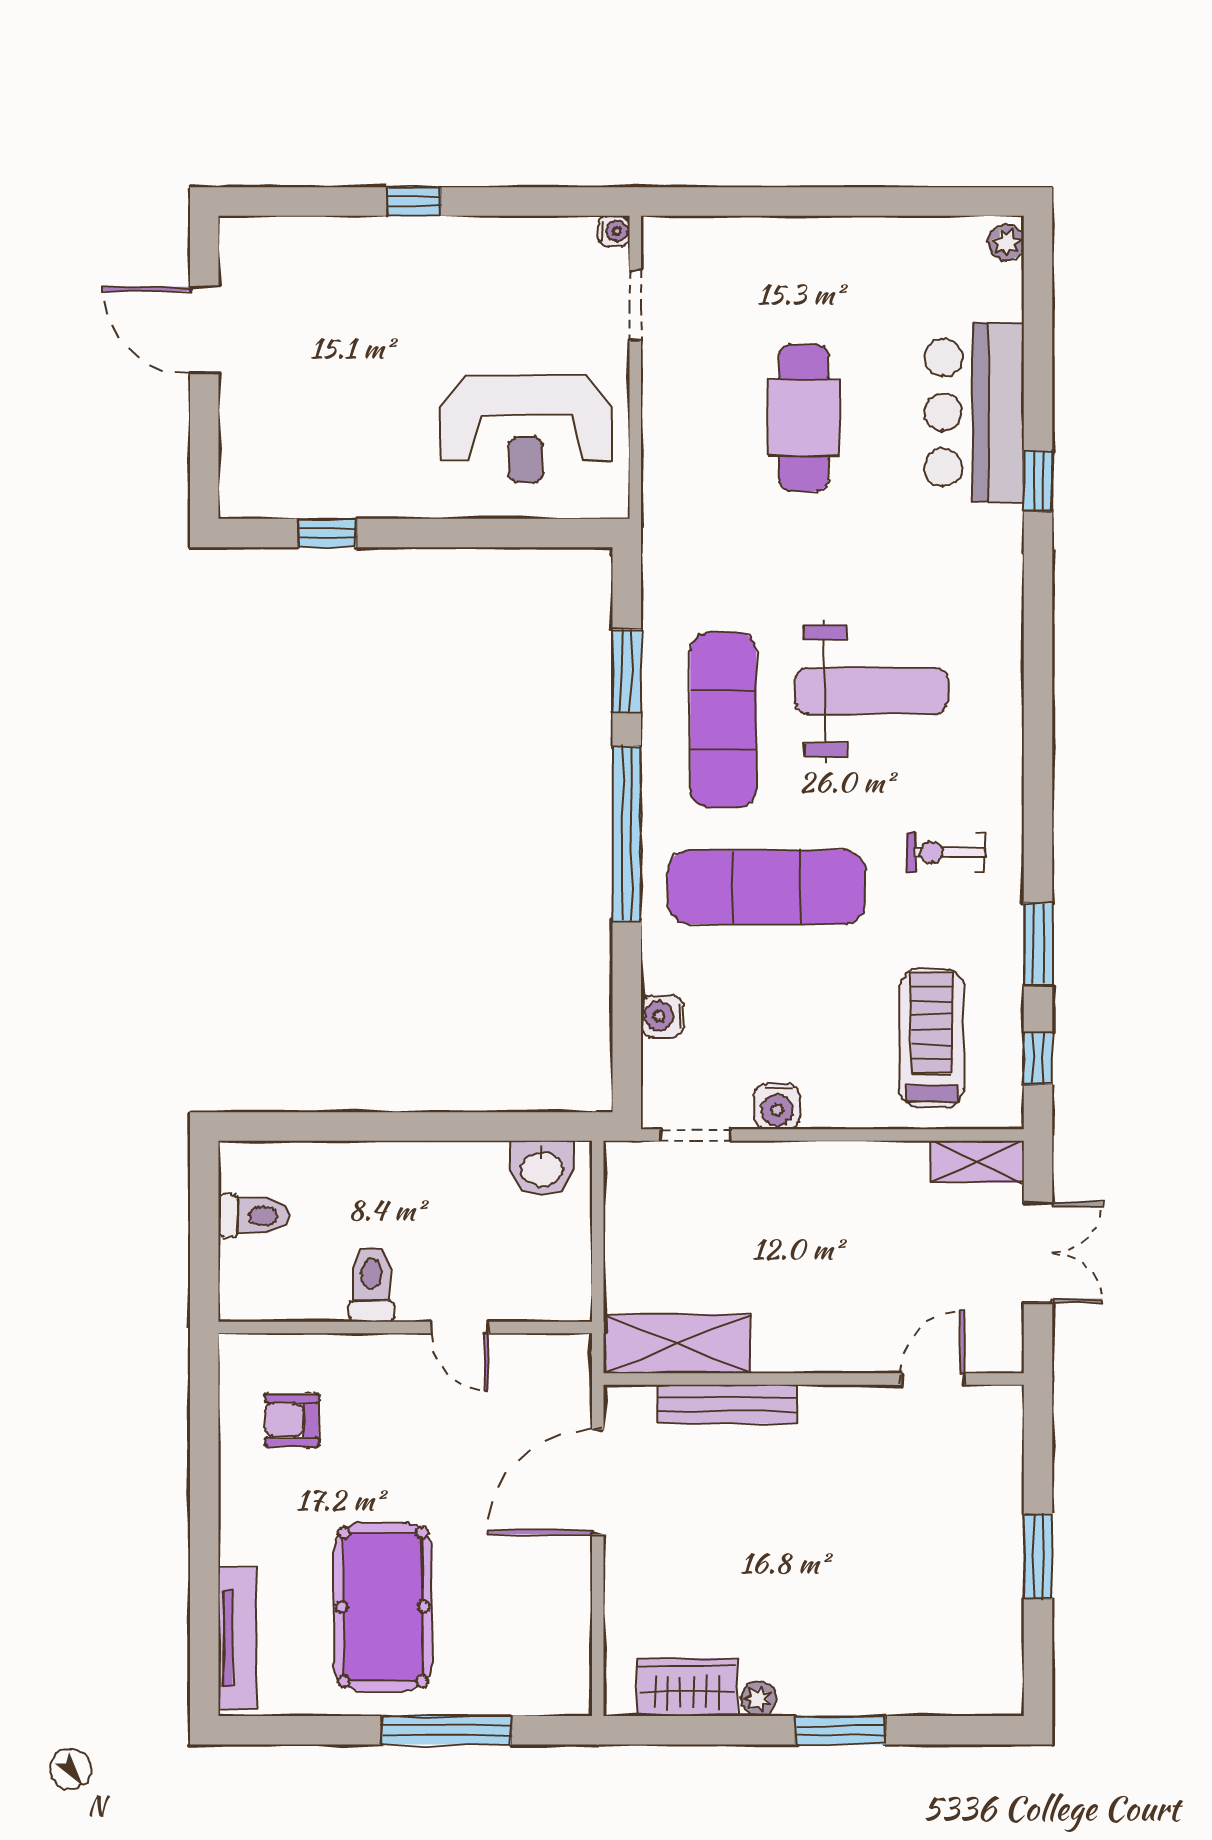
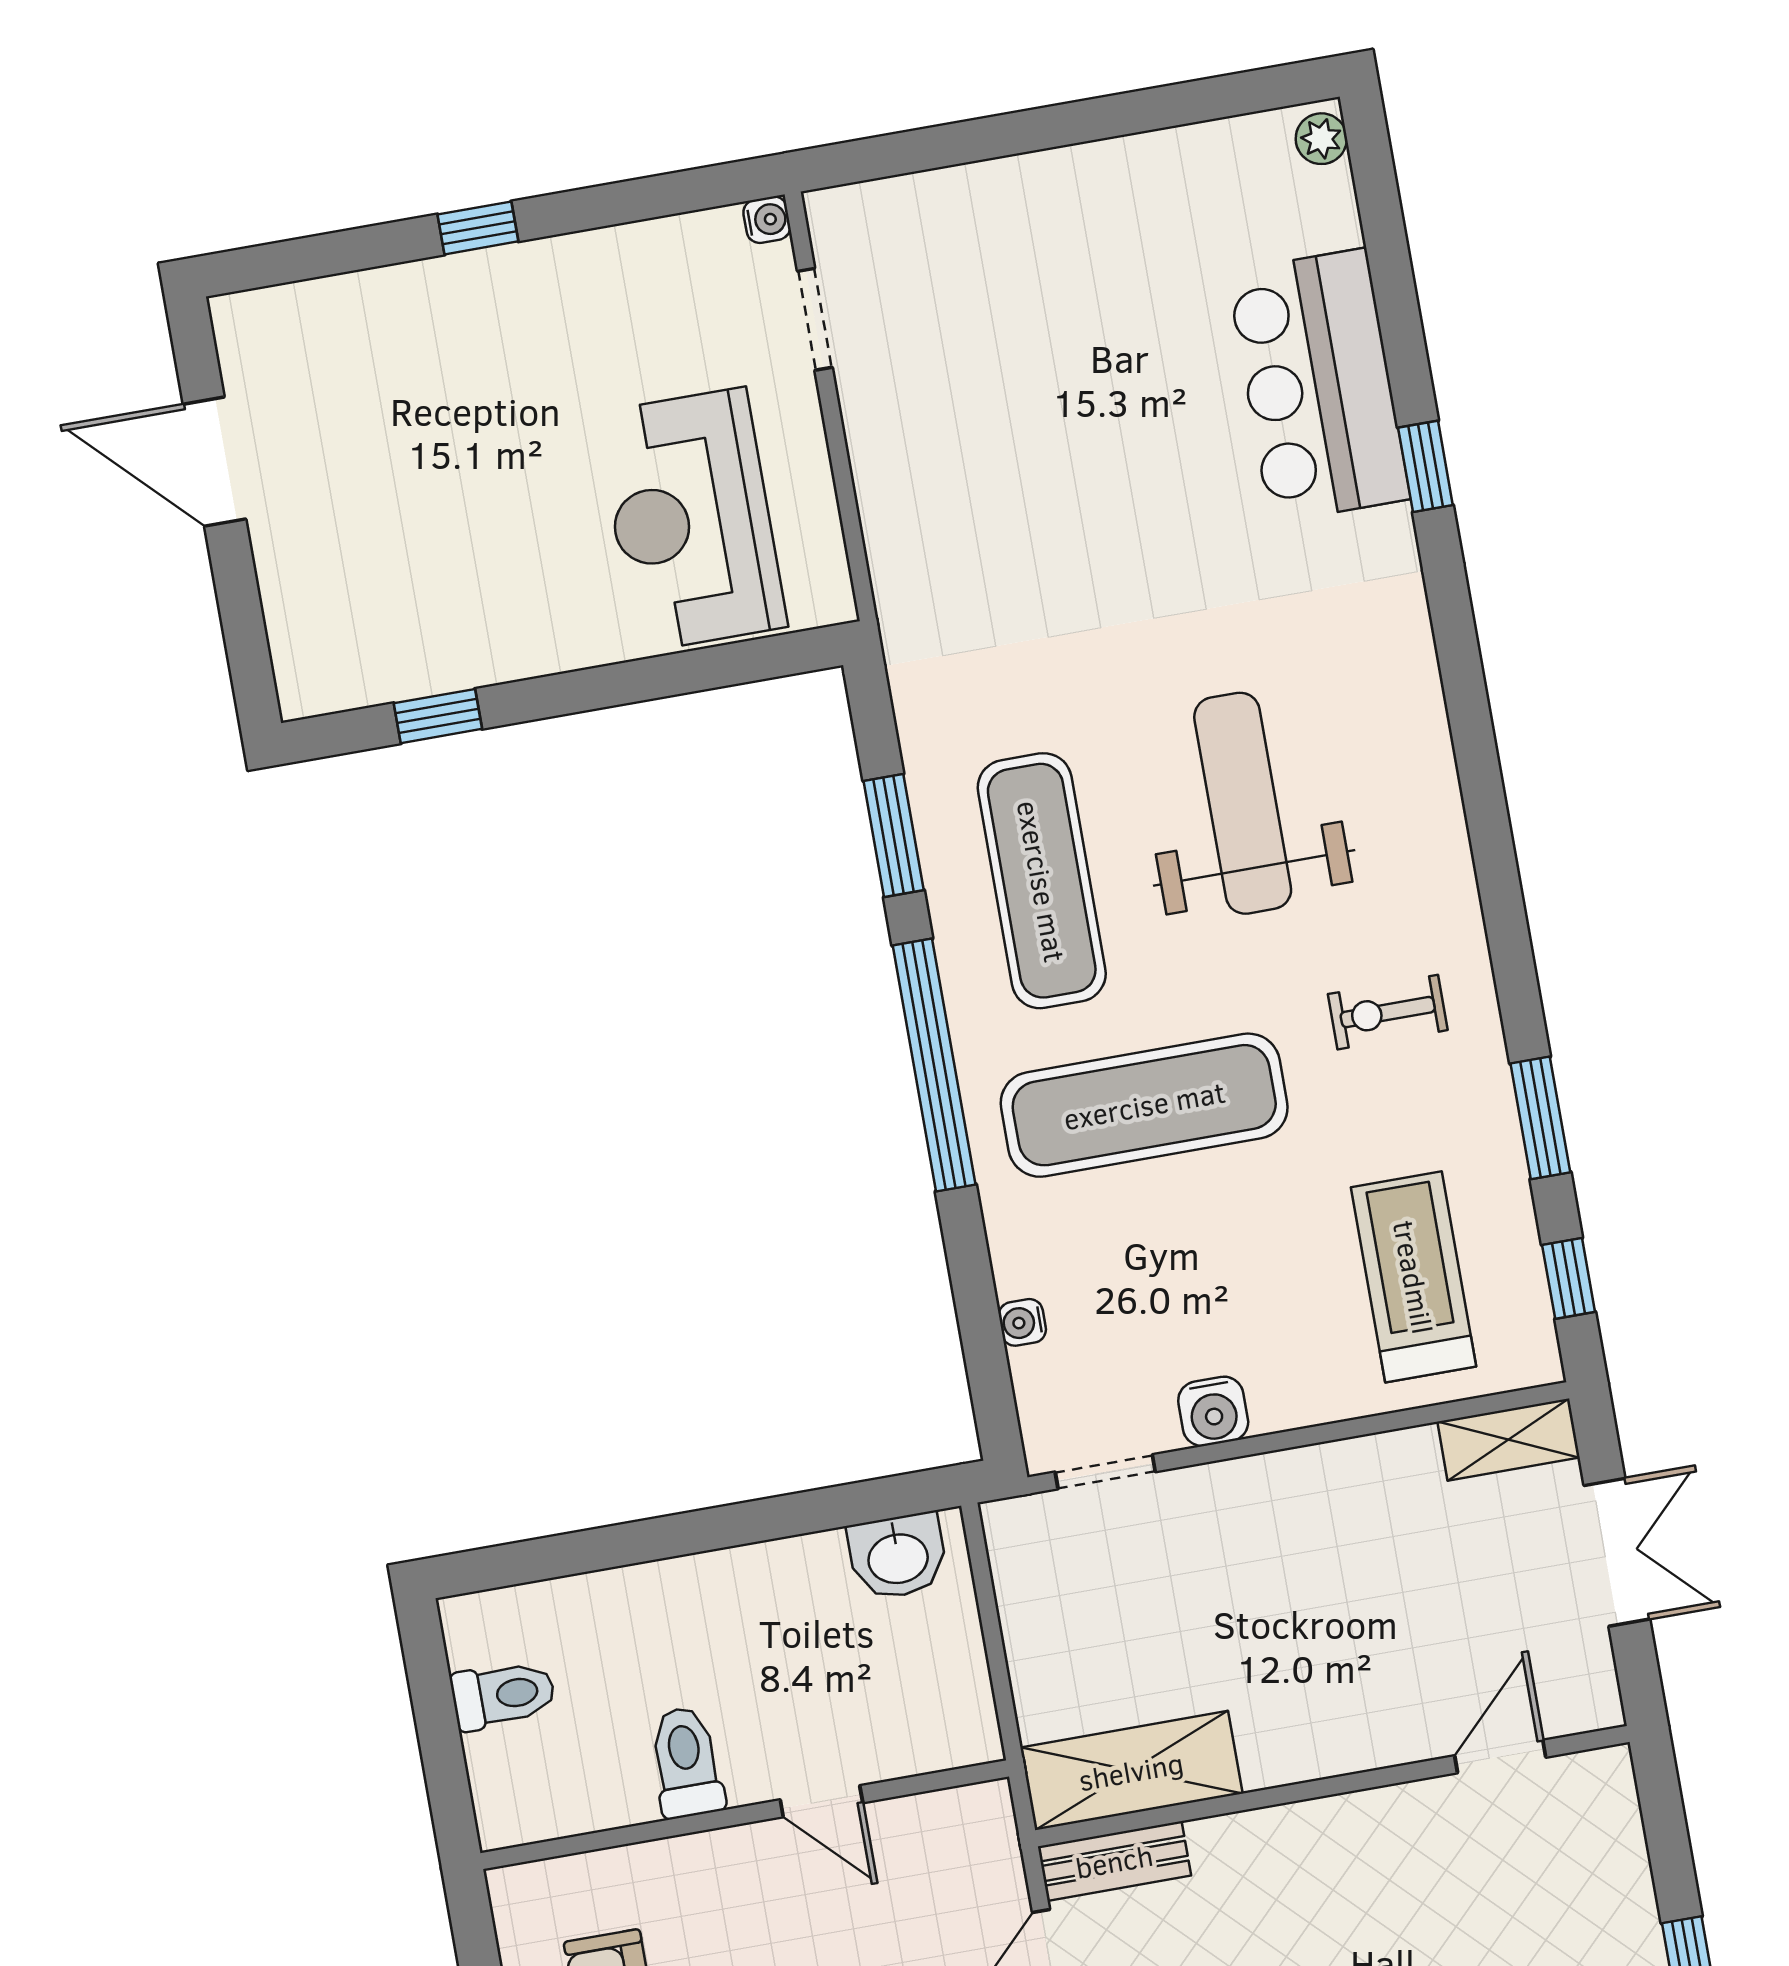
cafe table: (804, 418) -> (1080, 436), removed
reception desk: (526, 429) -> (691, 520), turned 90
weight bench: (871, 691) -> (1243, 803), turned -90
water cooler: (662, 1016) -> (1022, 1322), width x0.72, depth x0.72
bench: (728, 1404) -> (1114, 1861), moved, width x0.73

